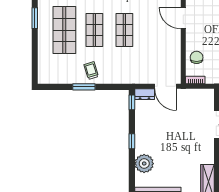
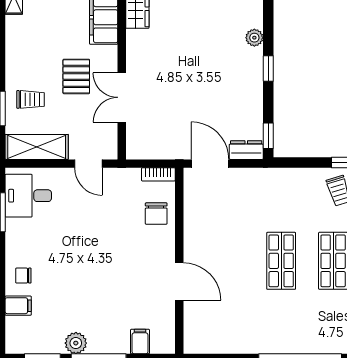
plant: (144, 164) -> (254, 38), width x0.53, depth x0.53

